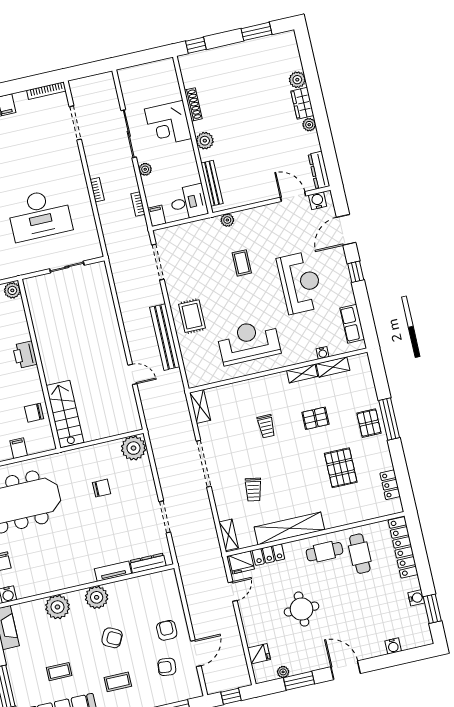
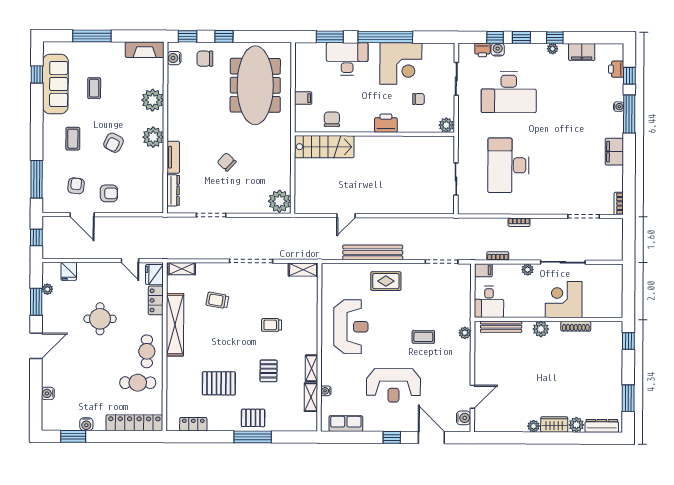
bookcase: (46, 91) -> (619, 203), width x0.64
dresser: (319, 170) -> (602, 426), moved
chair: (101, 488) -> (227, 162), moved, turned 133

